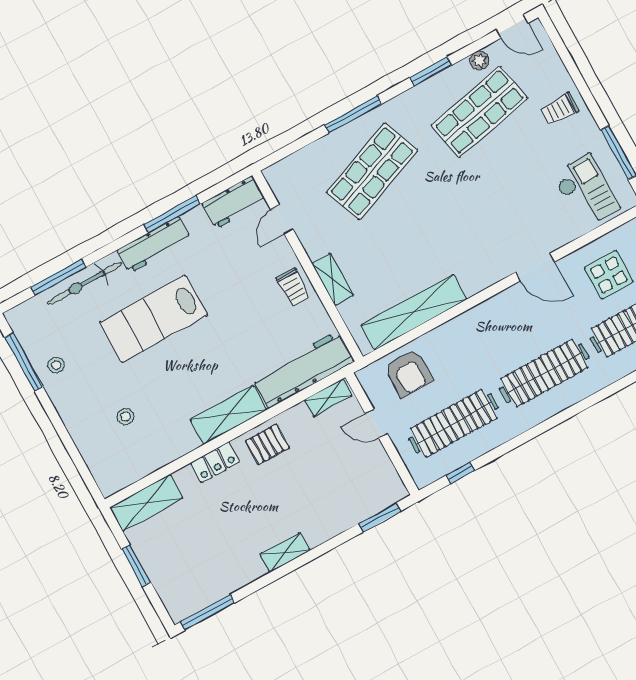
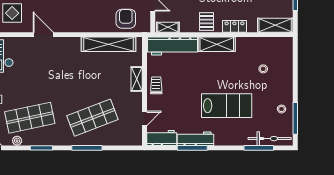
workbench: (154, 245) -> (196, 139), moved
bicycle: (85, 283) -> (270, 139), moved
pallet: (267, 444) -> (207, 21), turned 90

